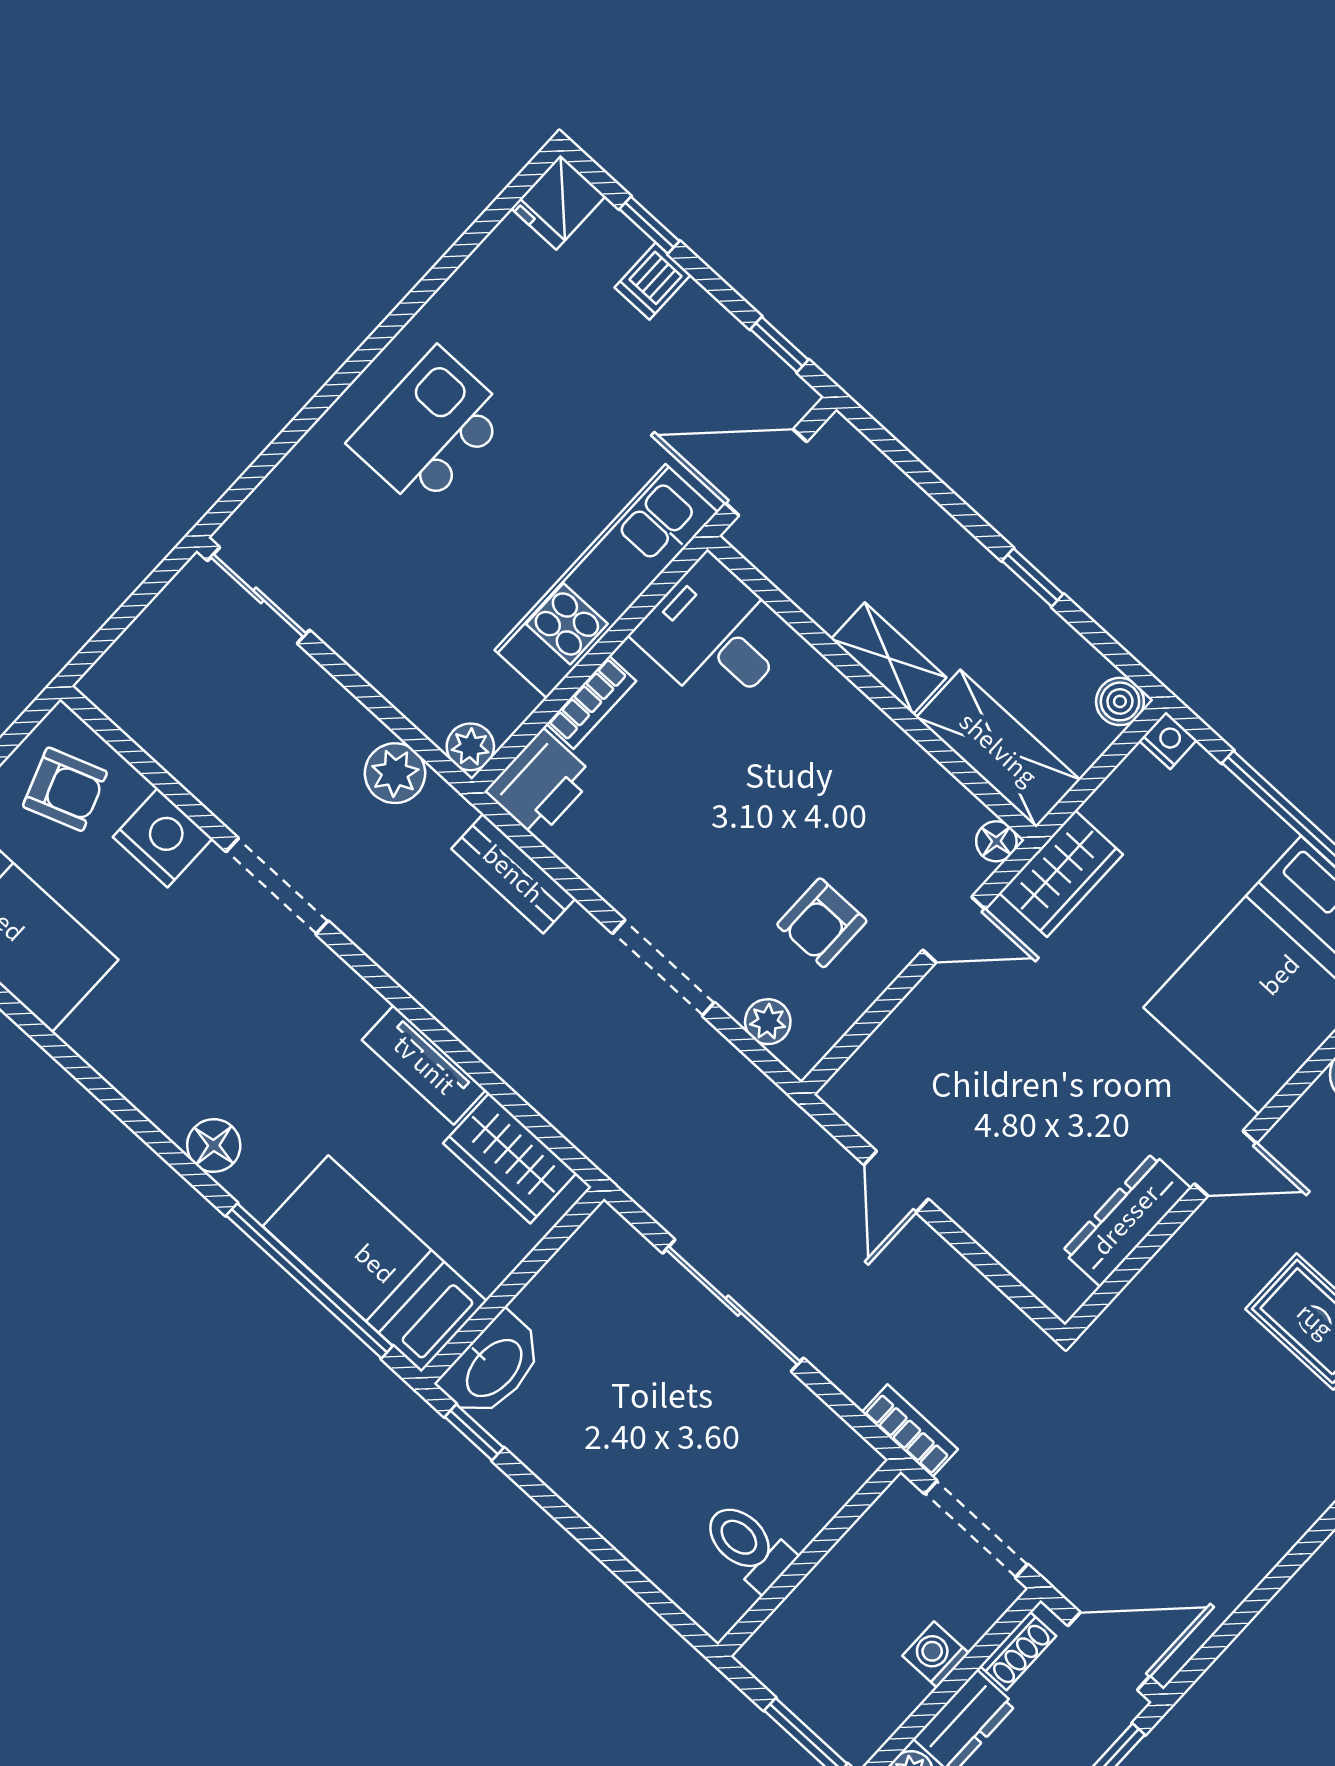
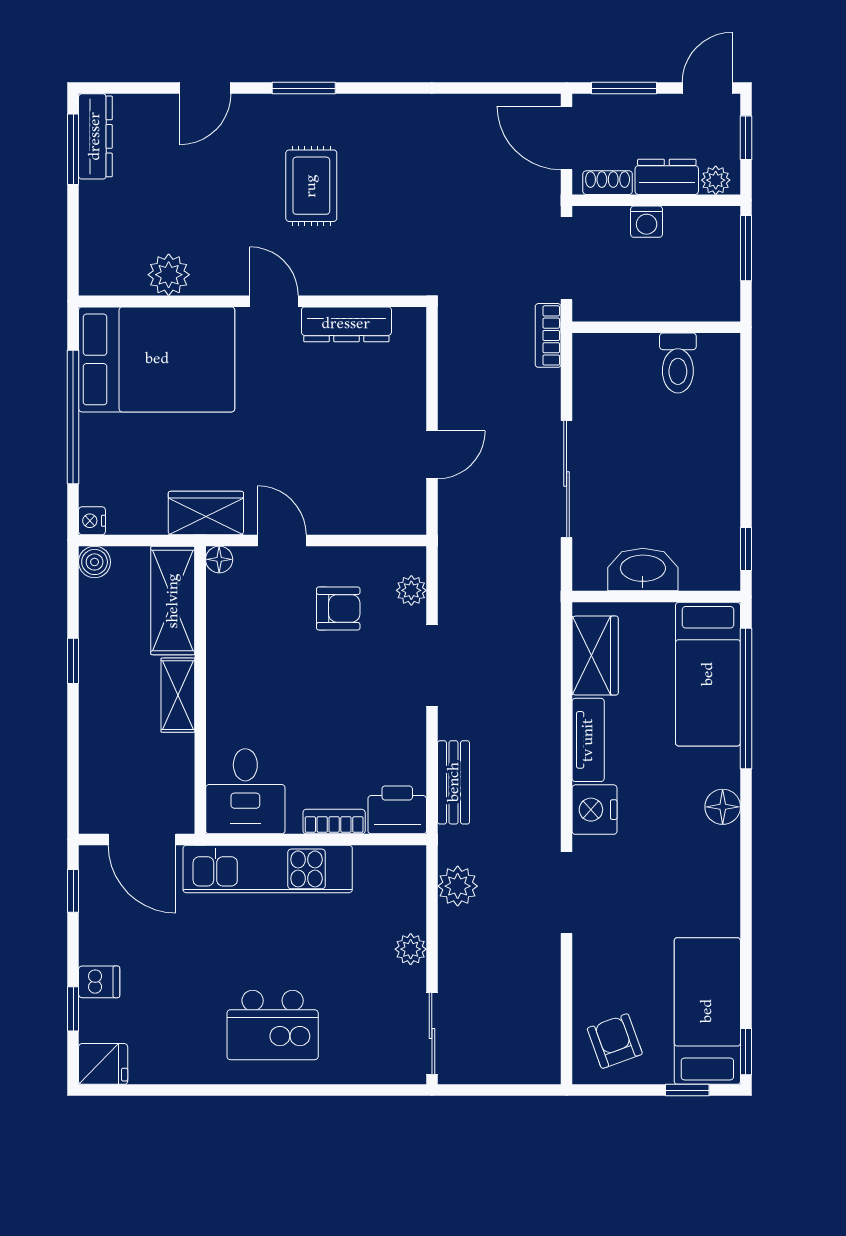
plant: (470, 747) -> (411, 949), moved
nightstand: (163, 838) -> (594, 810), moved
washbasin: (493, 1367) -> (643, 570), moved

